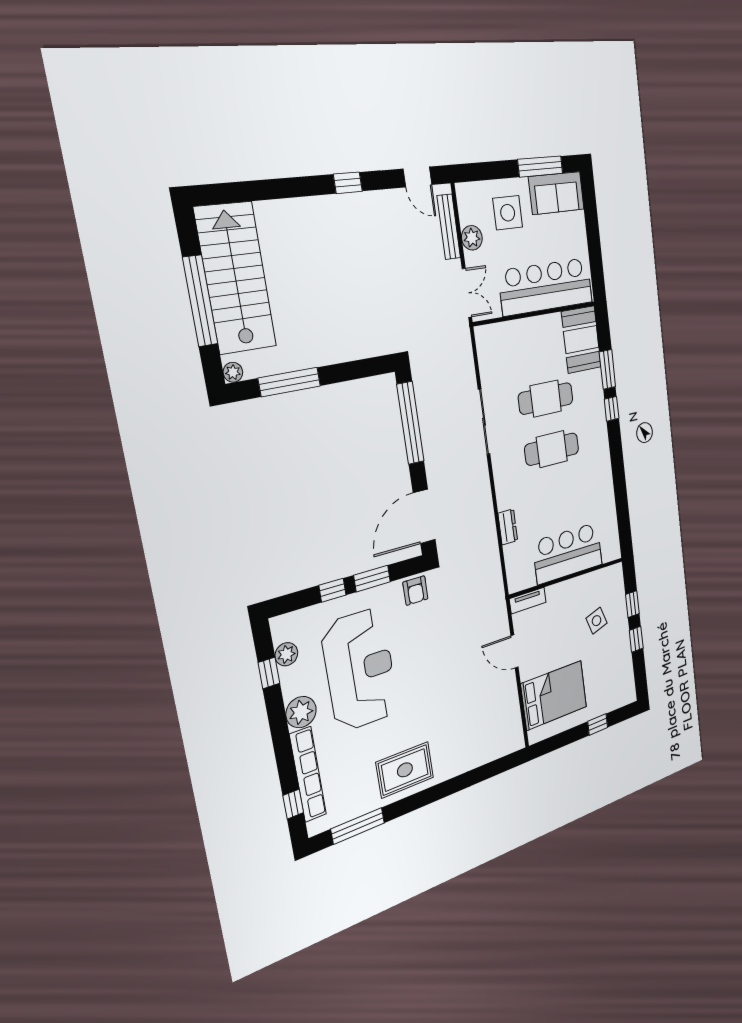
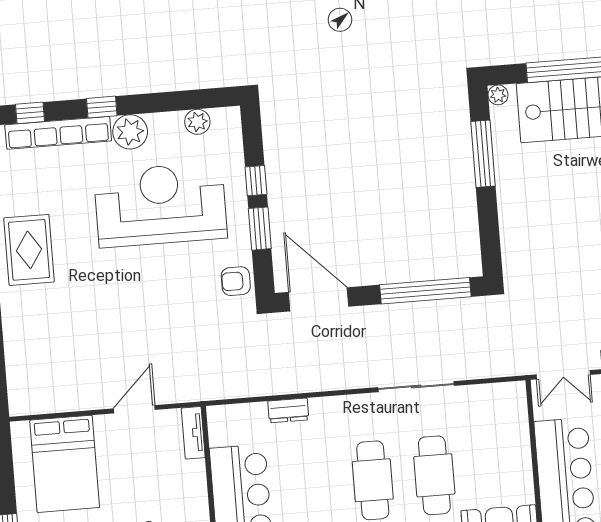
reception desk: (360, 670) -> (160, 205), turned 180
window: (269, 673) -> (102, 107), moved

